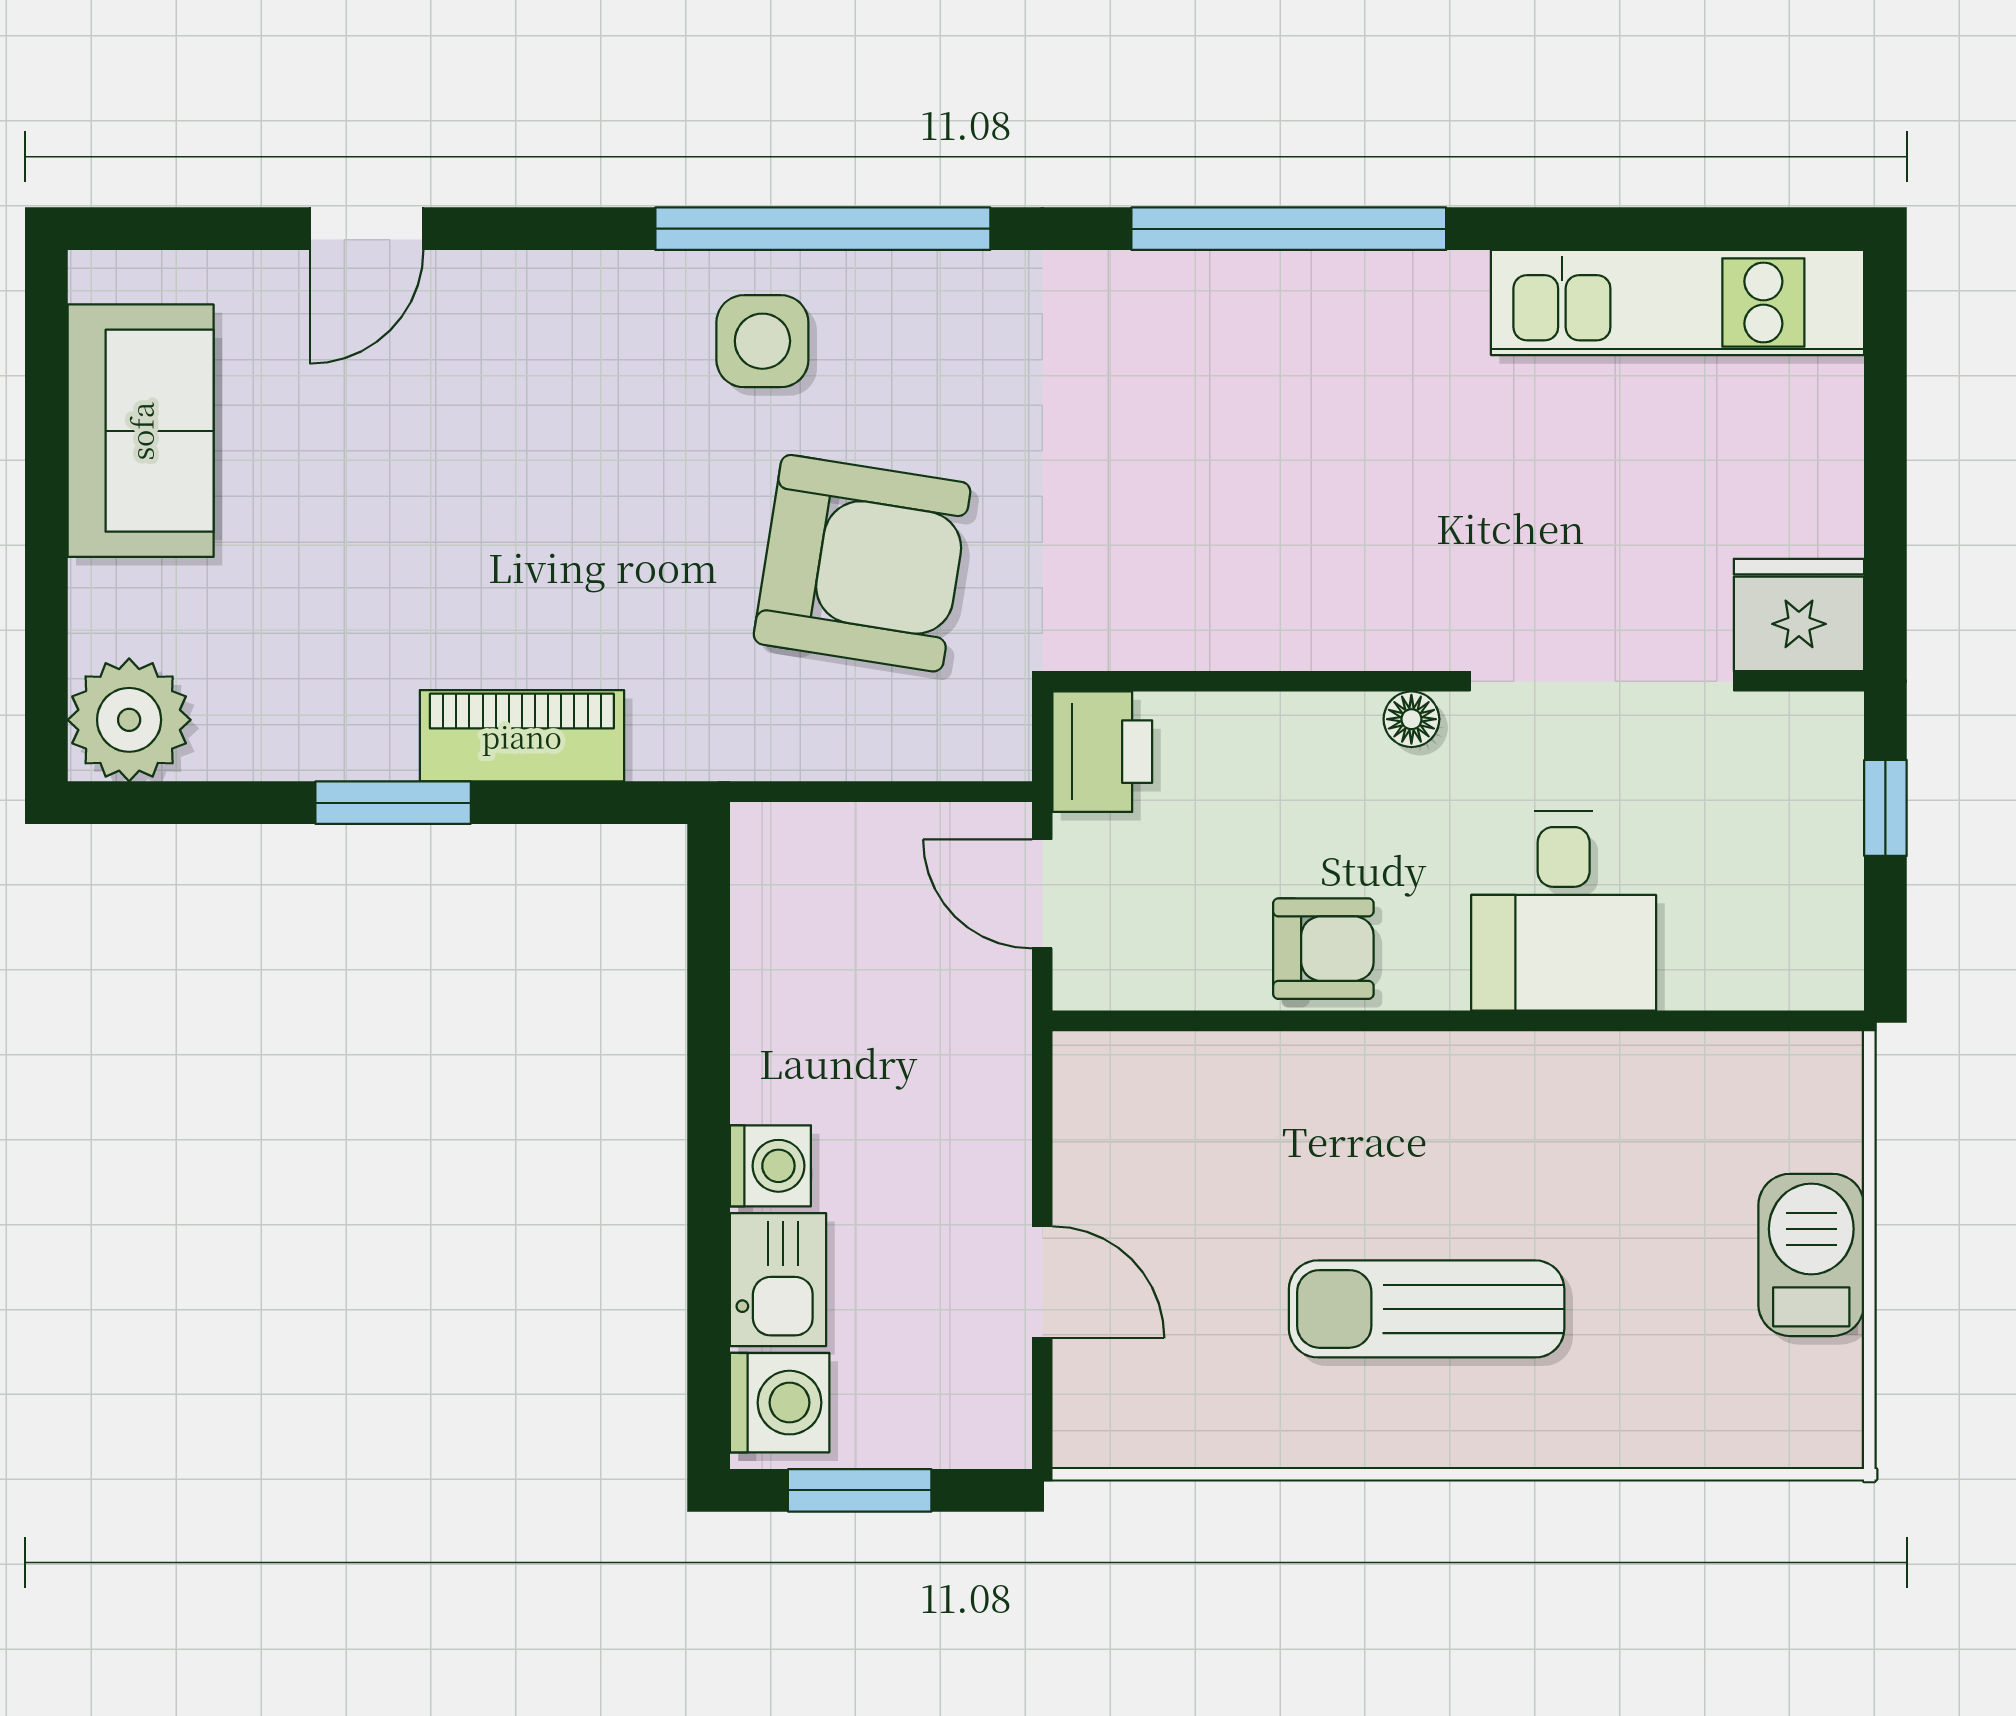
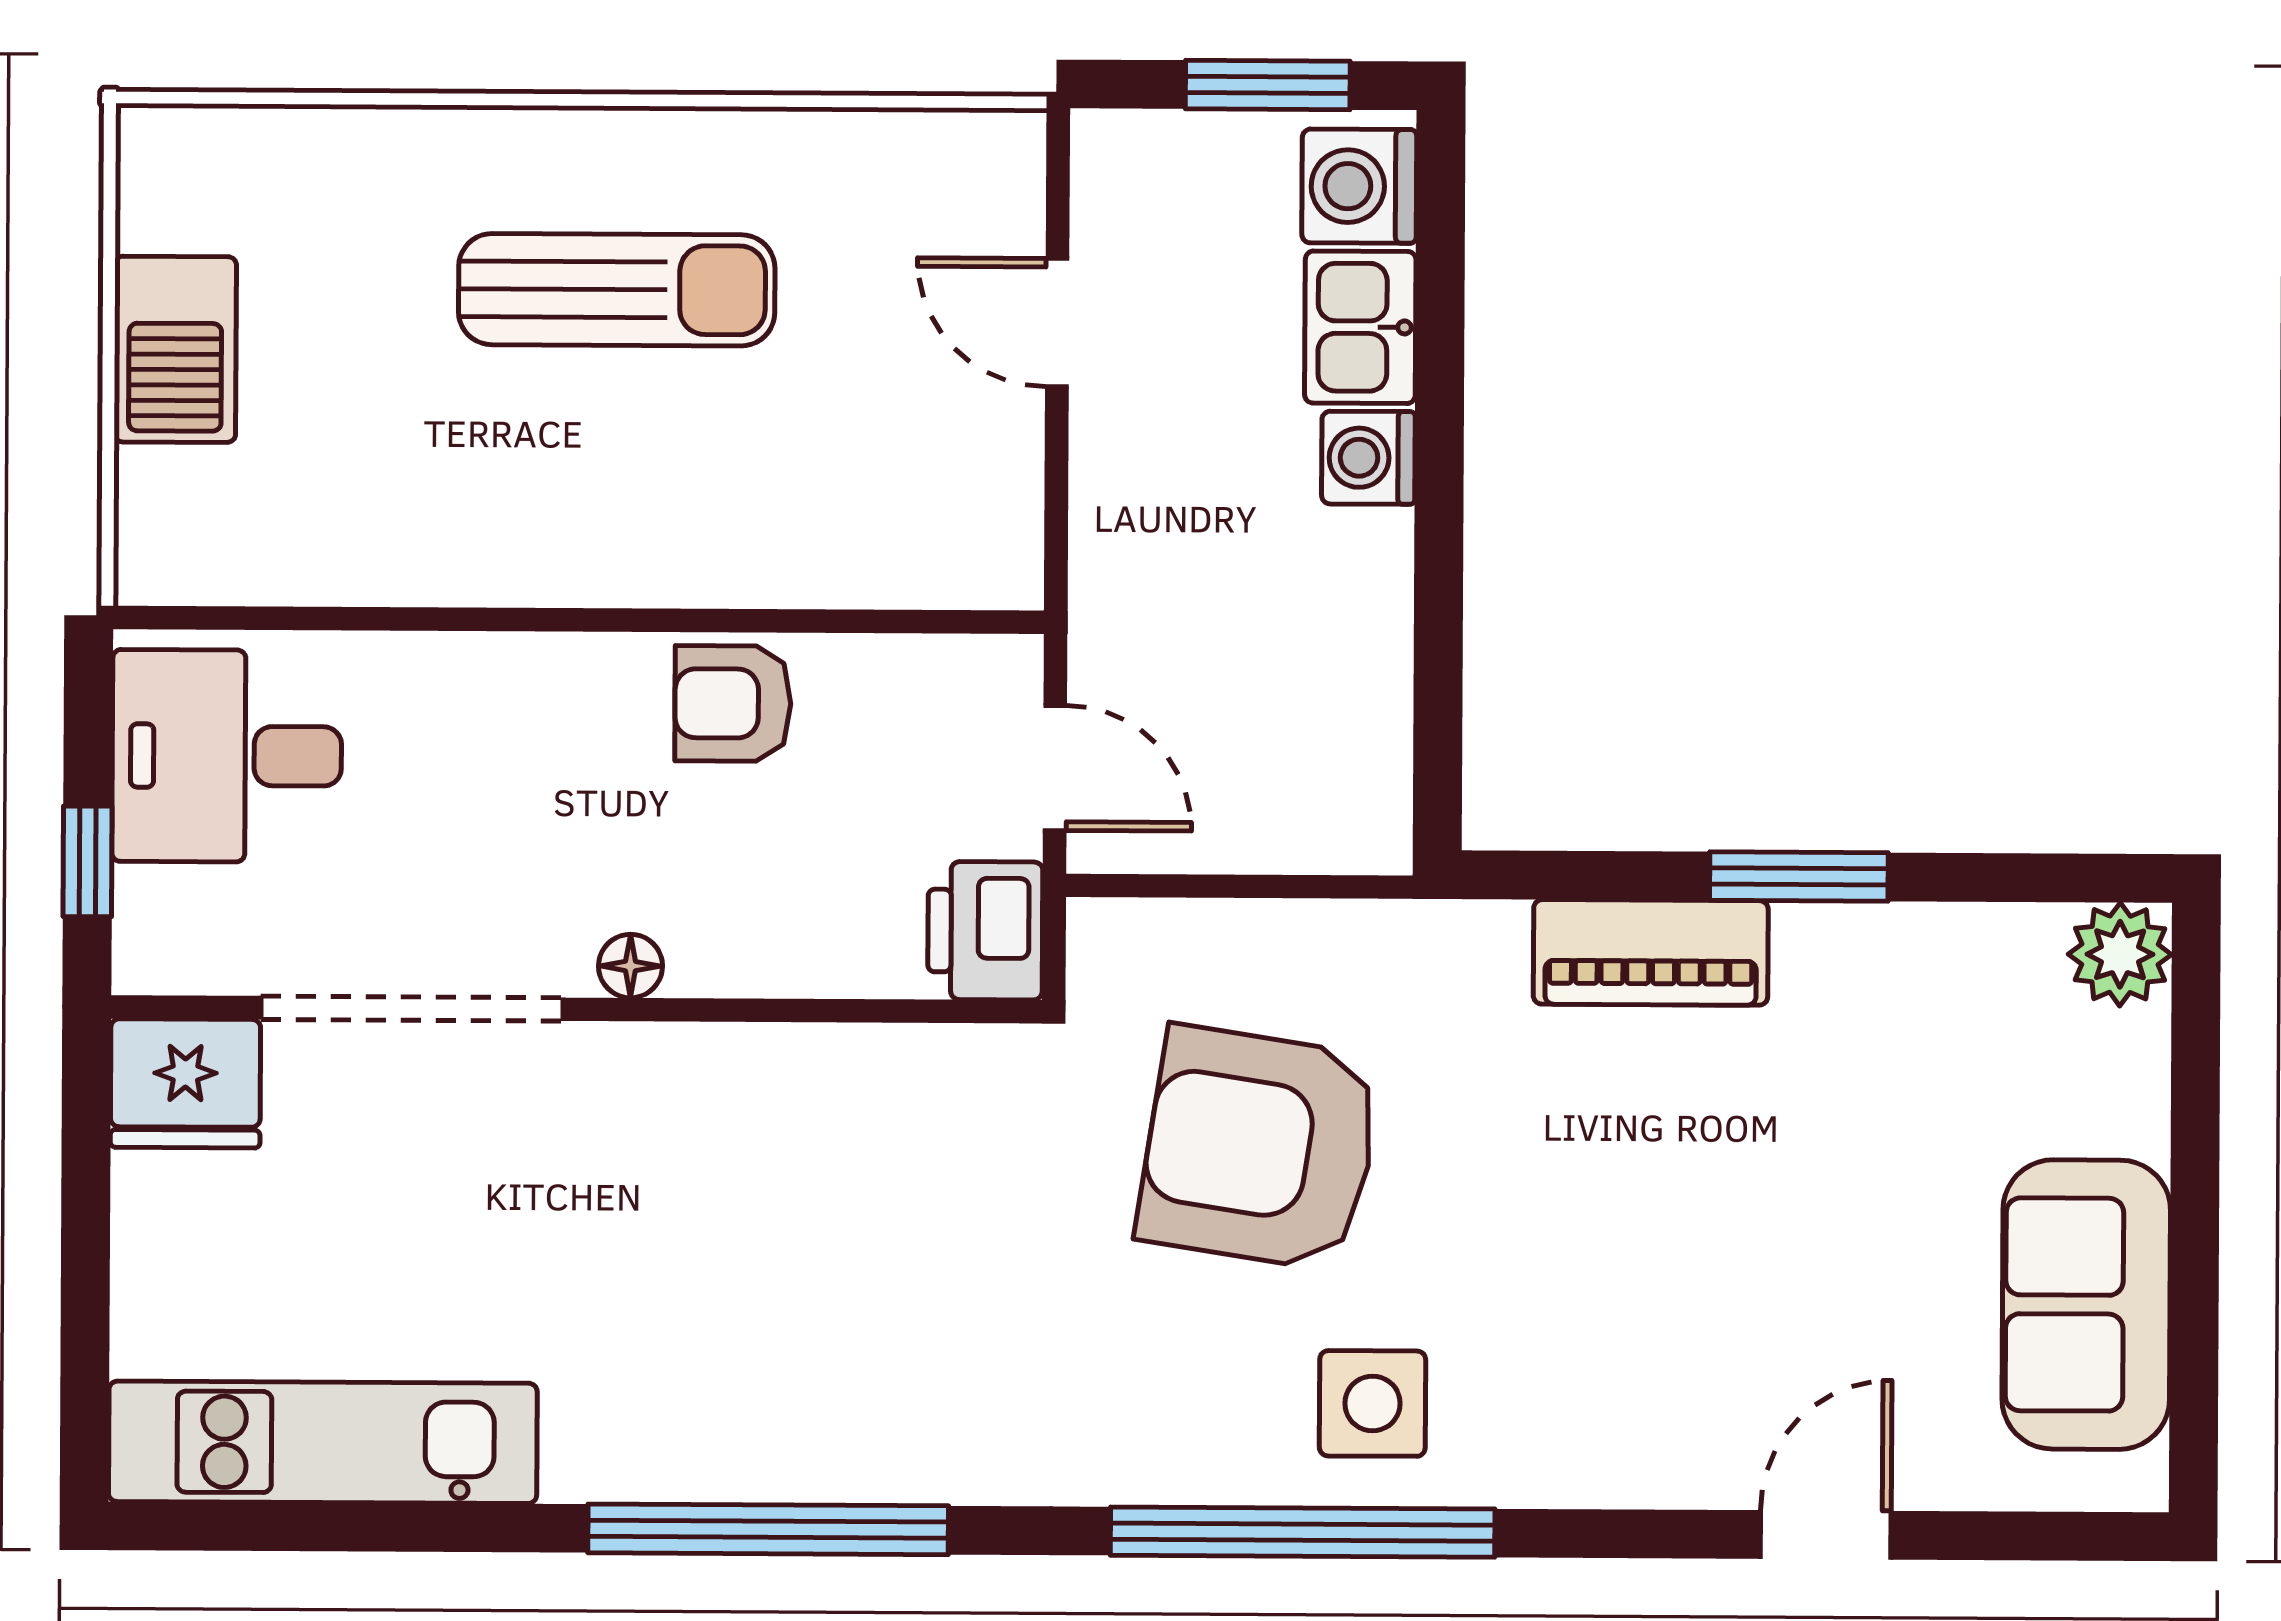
plant: (129, 720) -> (2120, 954), width x0.73, depth x0.73
desk: (1564, 911) -> (227, 756), moved, turned -90

